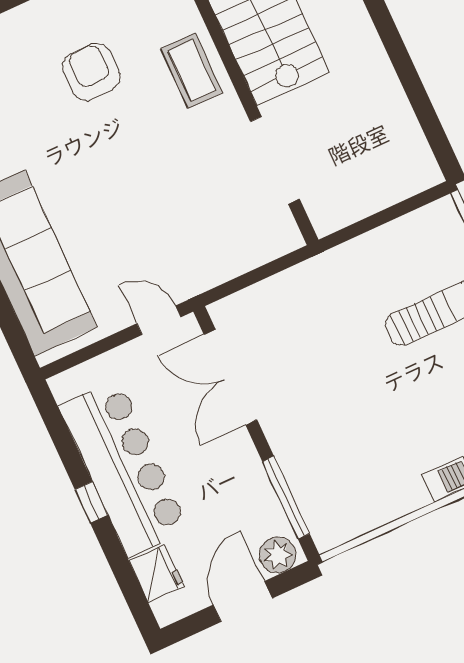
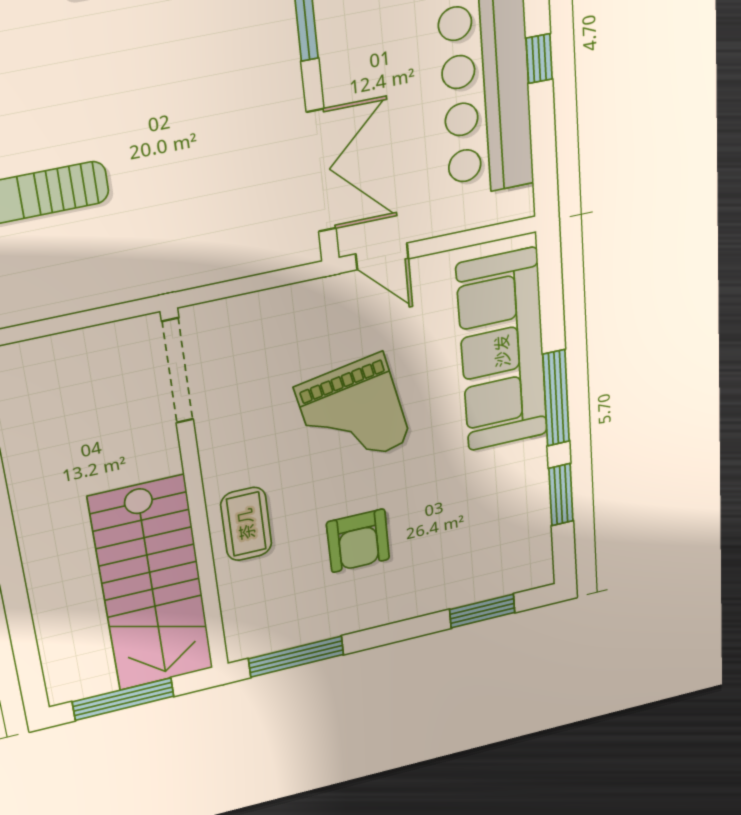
doorway: (275, 160) -> (178, 371), moved
grand piano: (135, 184) -> (353, 414), added

